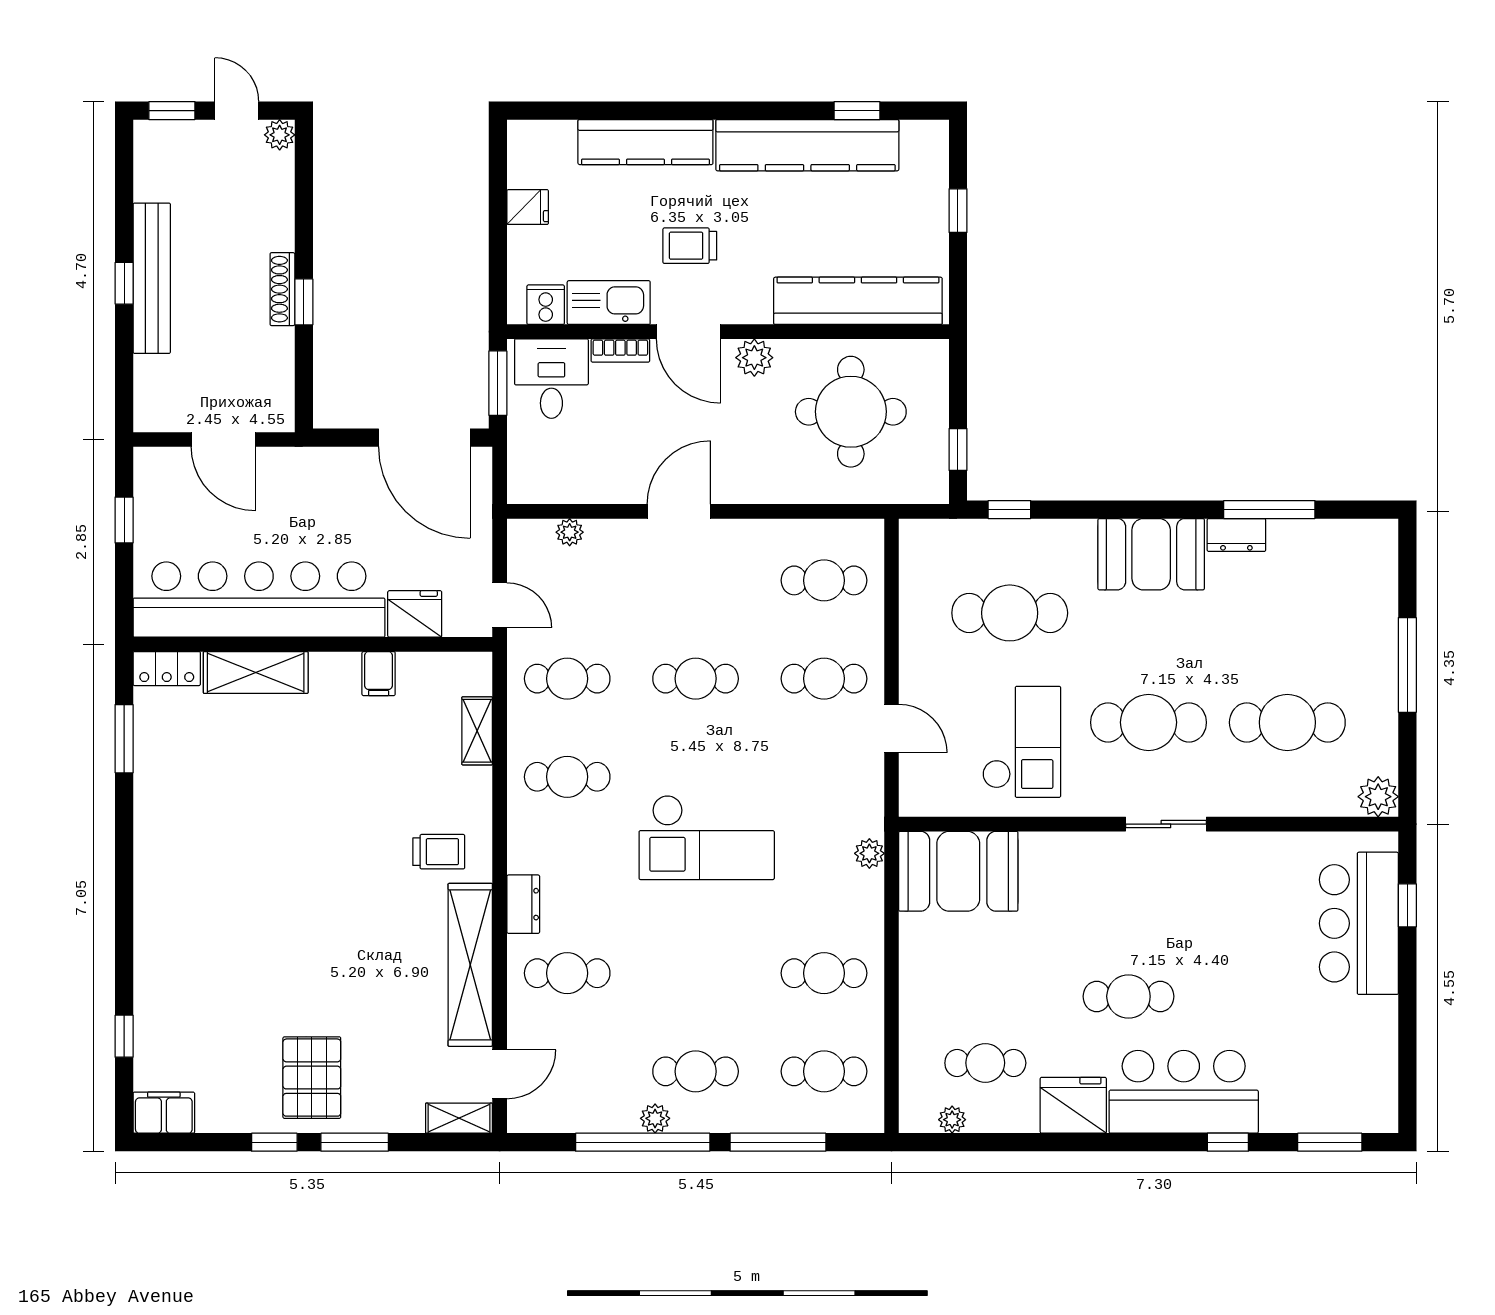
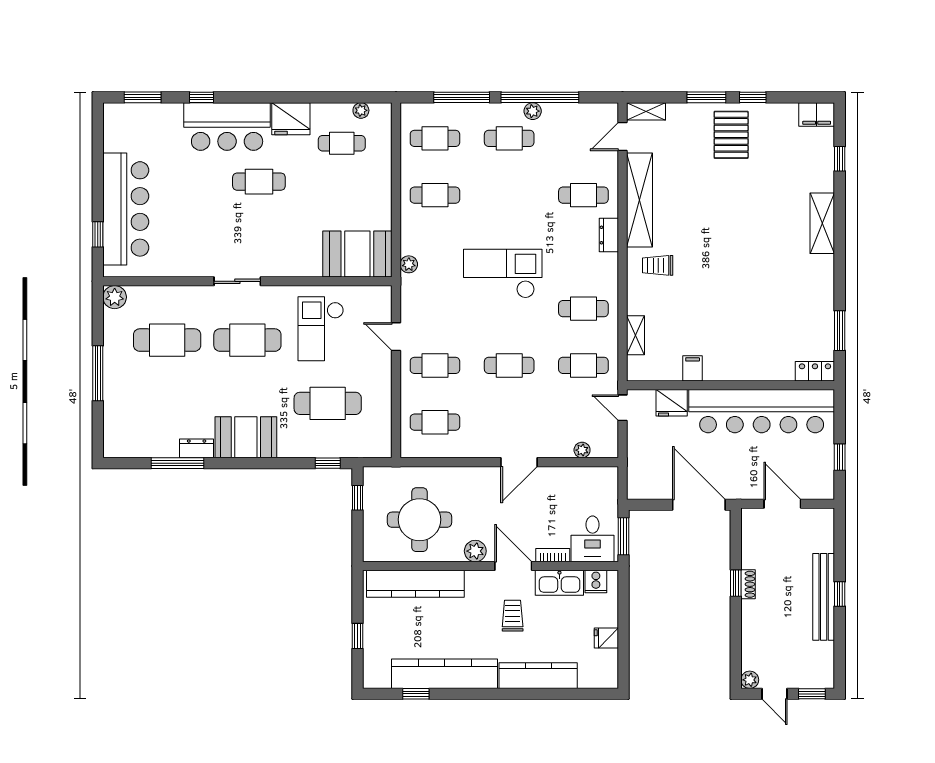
trolley: (690, 246) -> (513, 616), turned -90
shoe rack: (282, 289) -> (748, 584), width x0.70
door: (424, 438) -> (699, 505), moved
shelving: (256, 672) -> (822, 223), moved, turned 90
bar counter: (1359, 923) -> (126, 209), width x1.36

